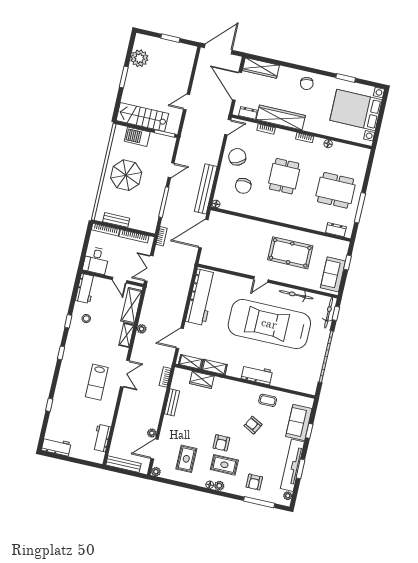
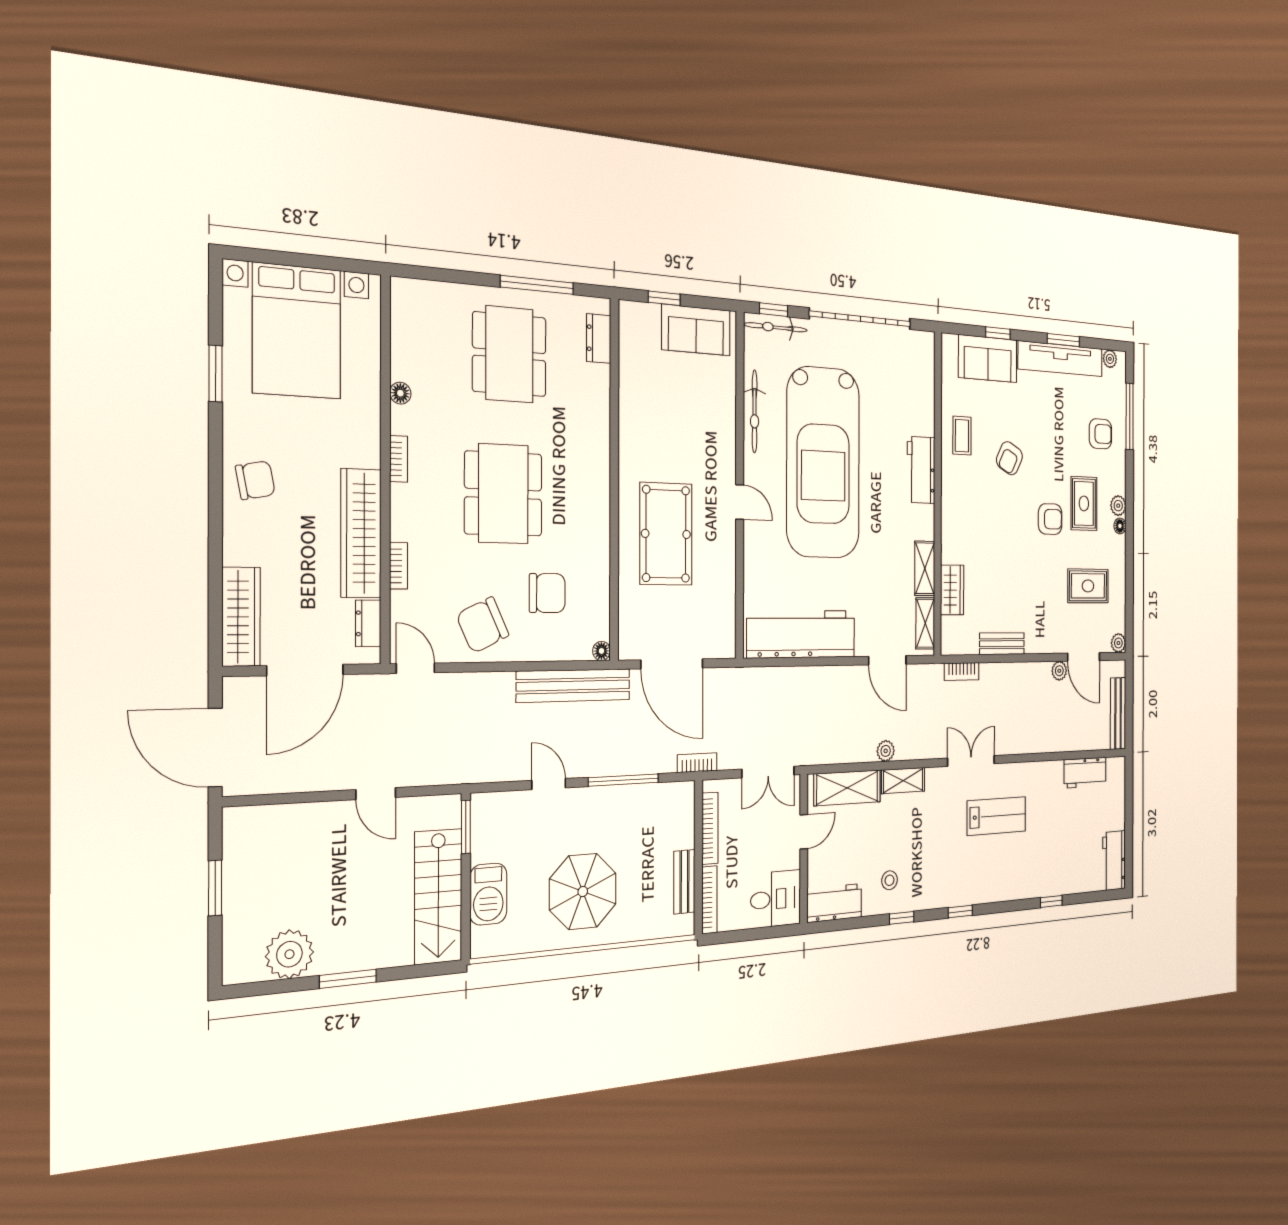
dining table: (284, 176) -> (503, 494), width x1.38
pool table: (290, 253) -> (666, 534), moved

